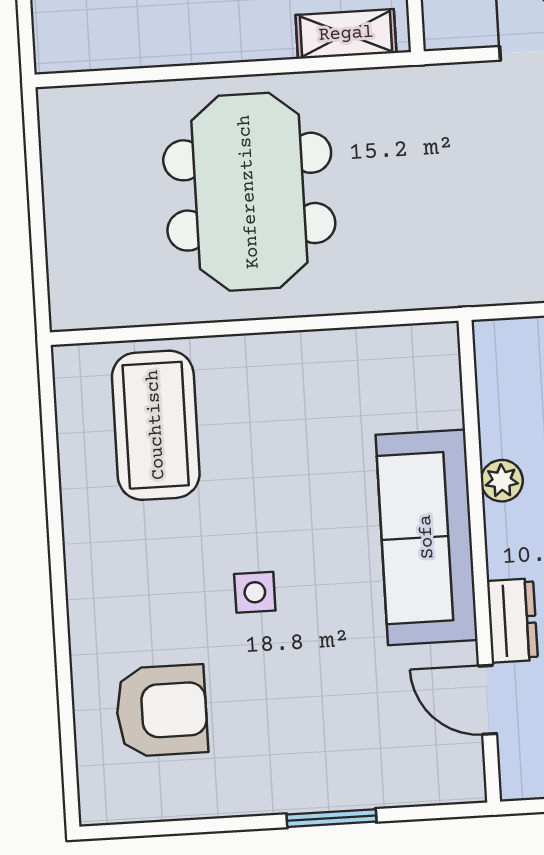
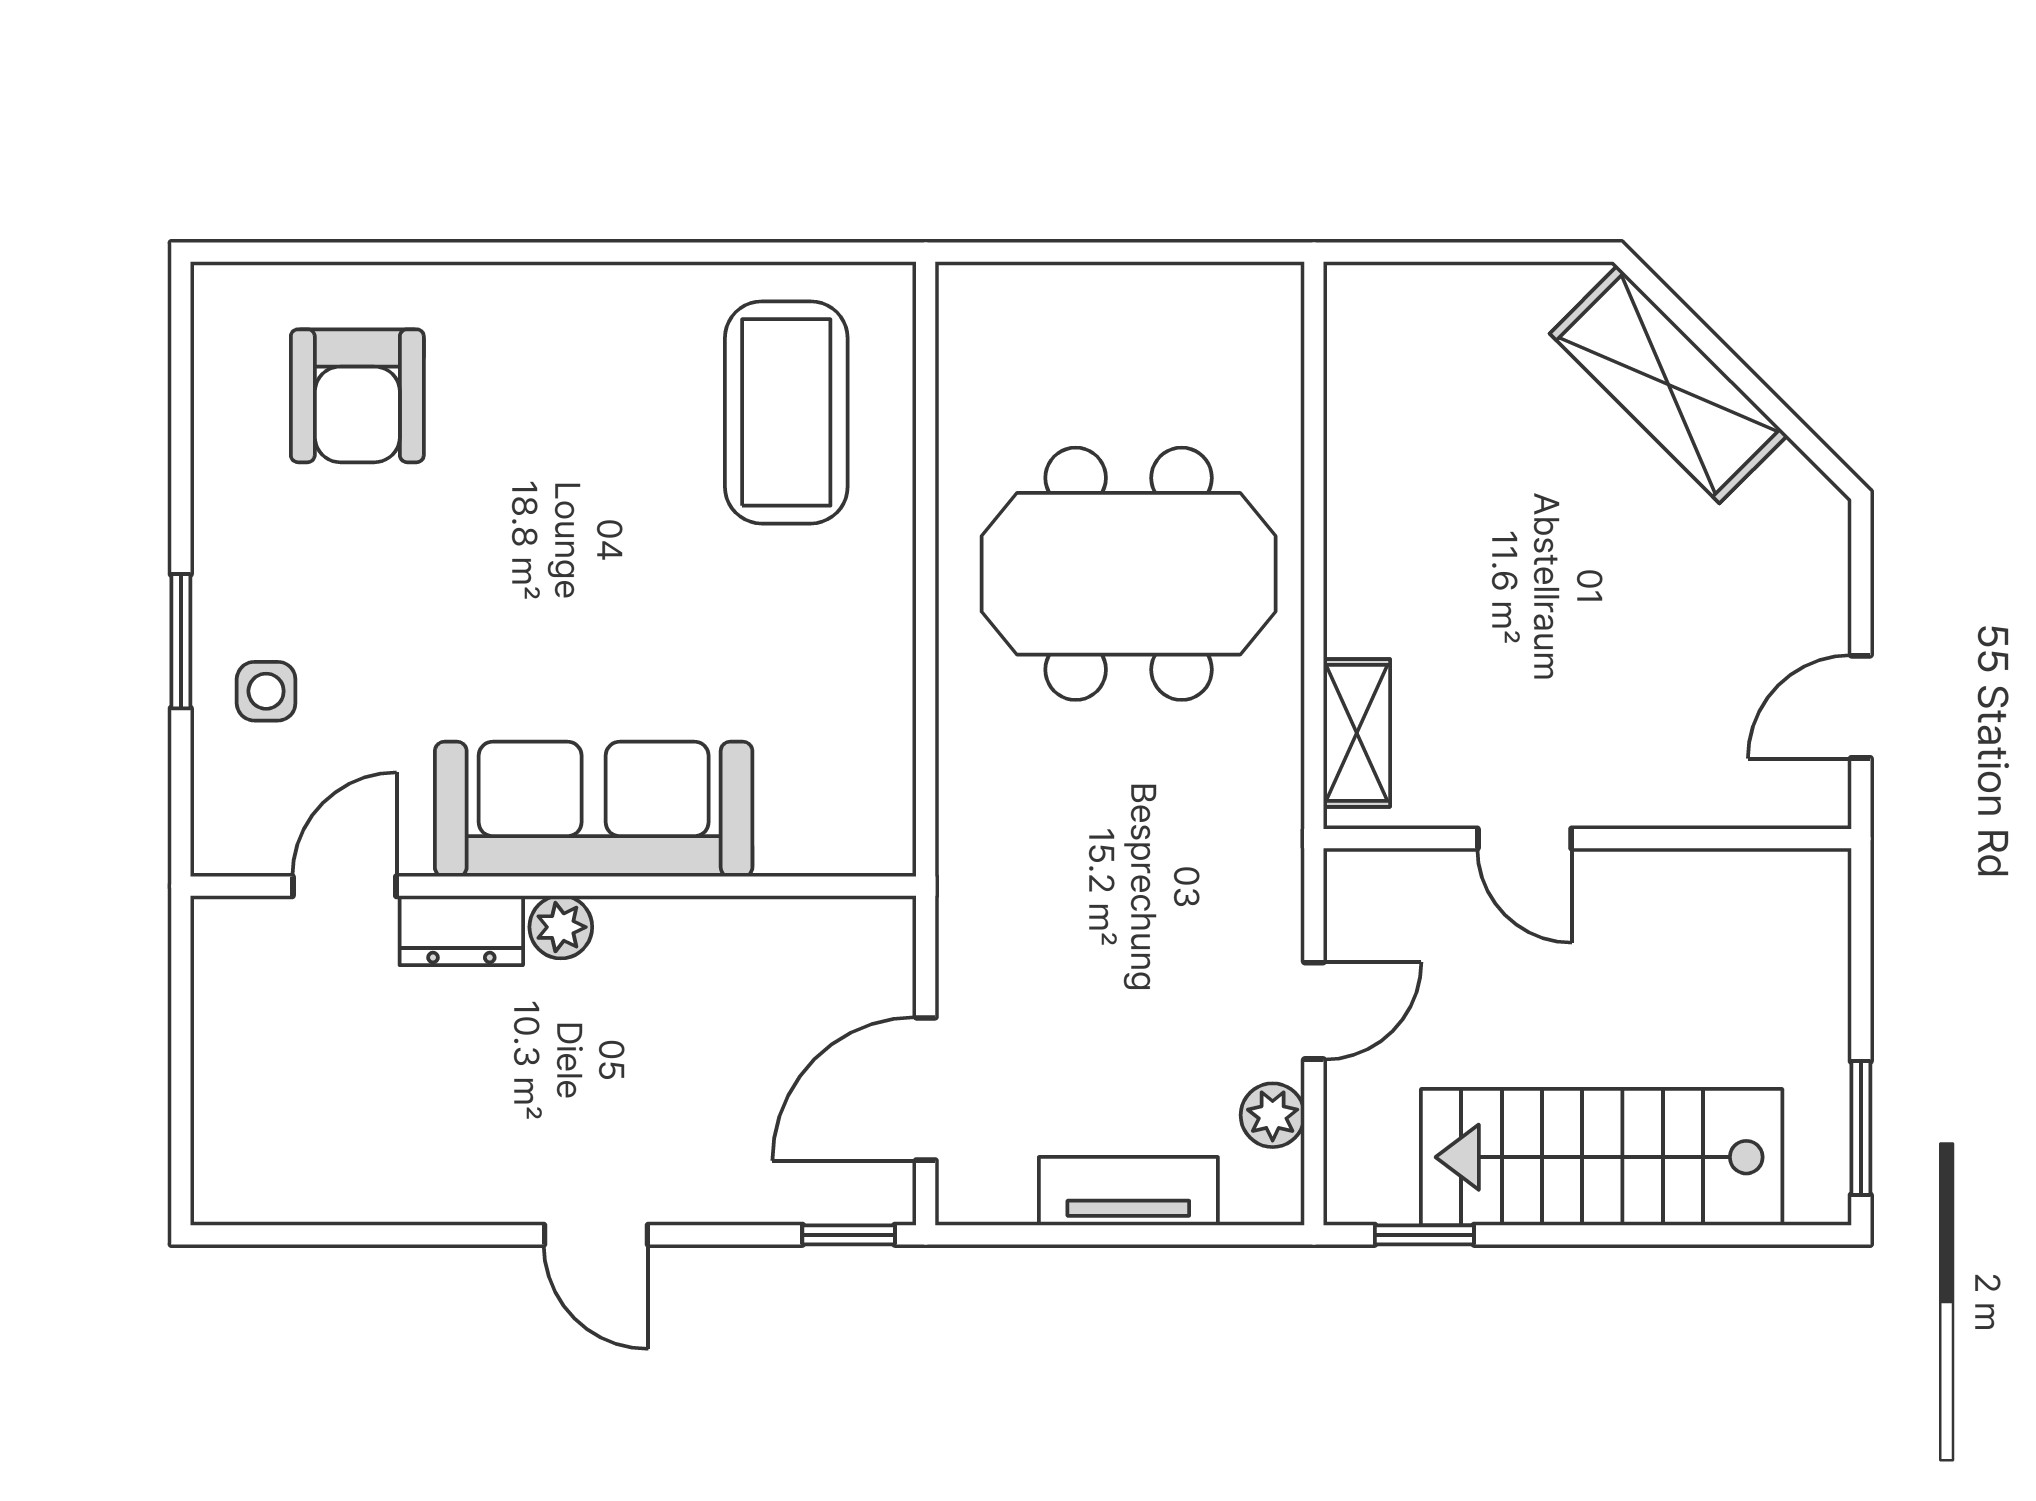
coffee table: (156, 425) -> (786, 412), turned 90
plant: (502, 481) -> (561, 927), moved
side table: (255, 592) -> (266, 691), moved

